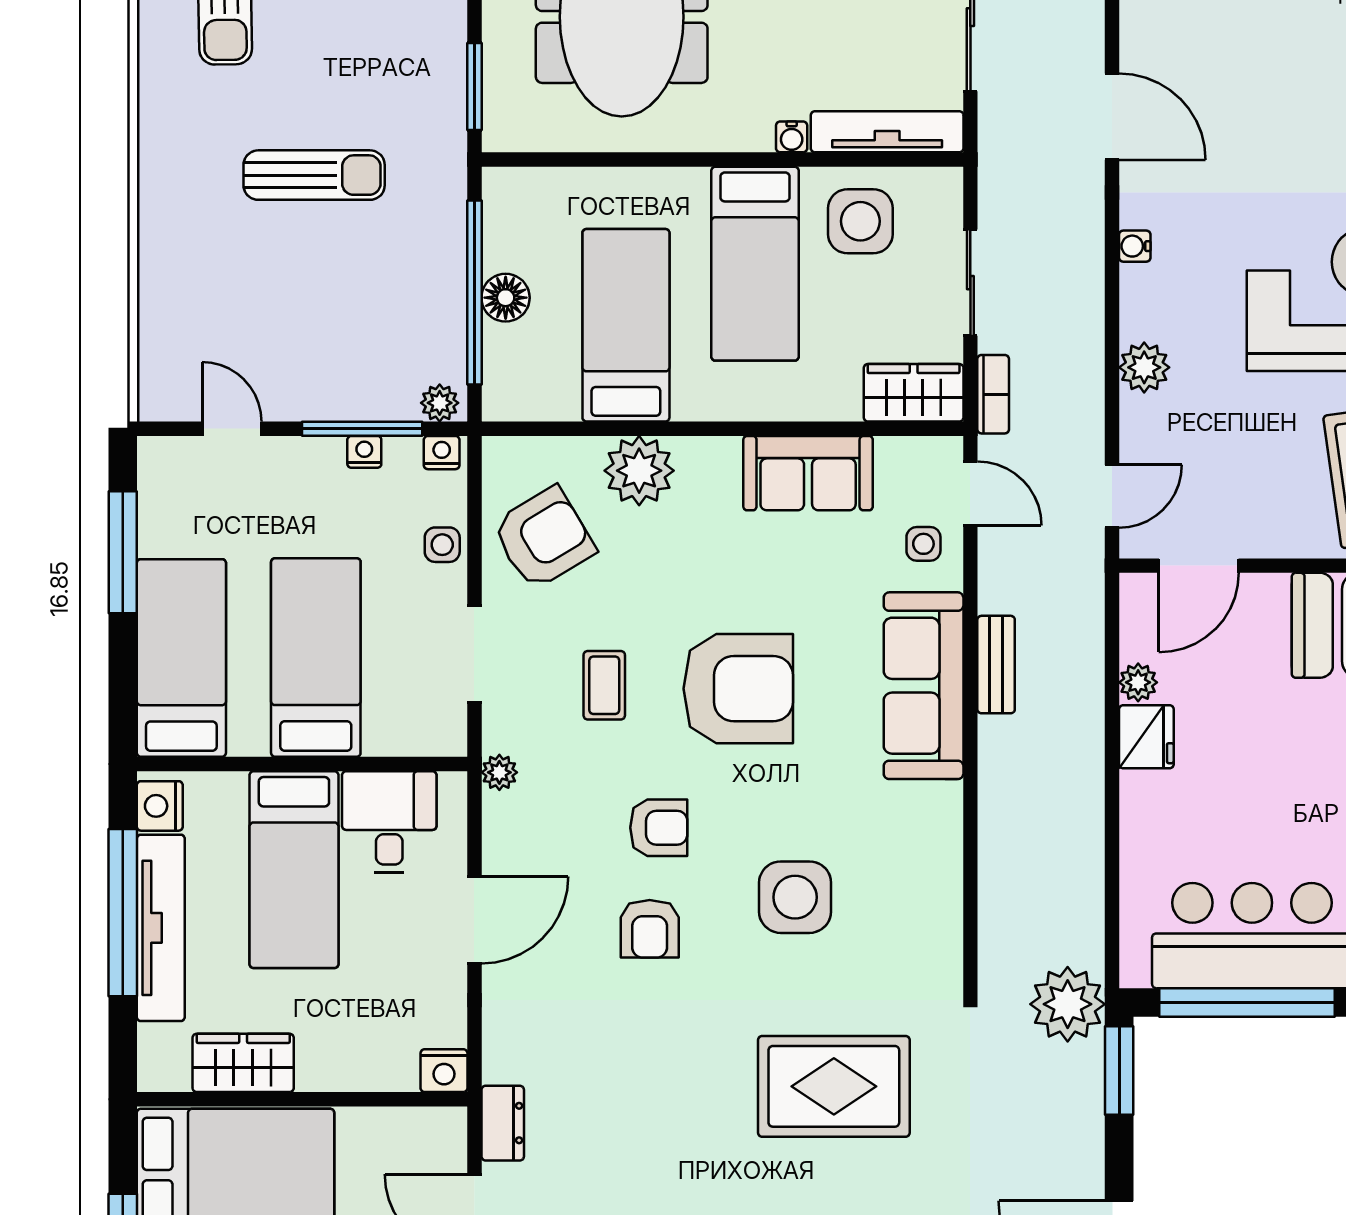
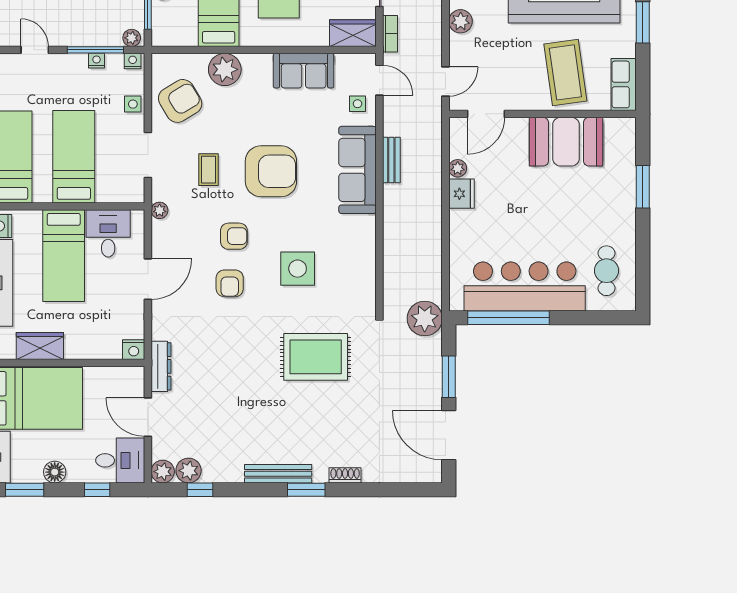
window: (1119, 1071) -> (449, 377), moved
dresser: (503, 1123) -> (161, 366), width x1.44

